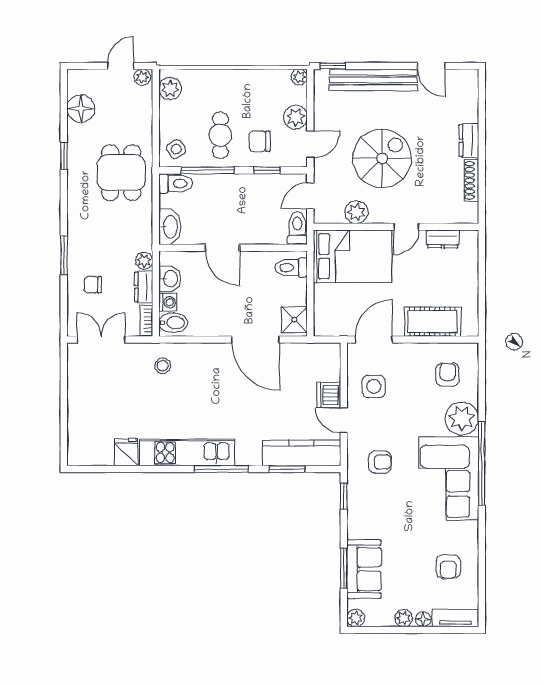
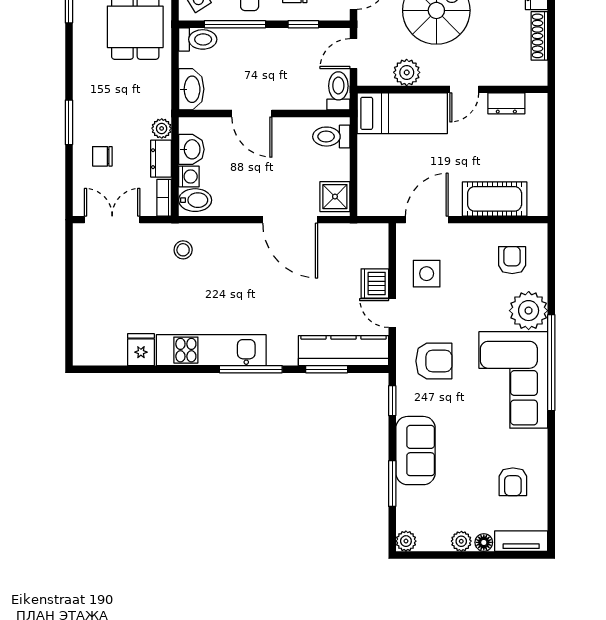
bed: (353, 256) -> (402, 113), width x0.67
armchair: (380, 462) -> (434, 361), width x1.38, depth x1.38
sofa: (364, 569) -> (415, 451), moved

